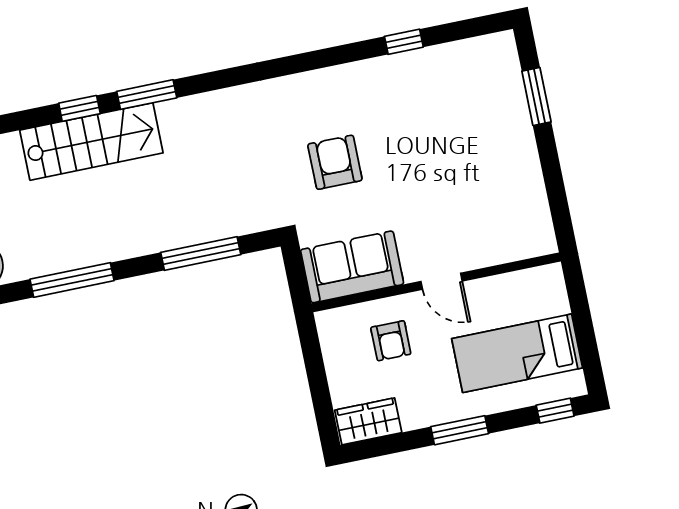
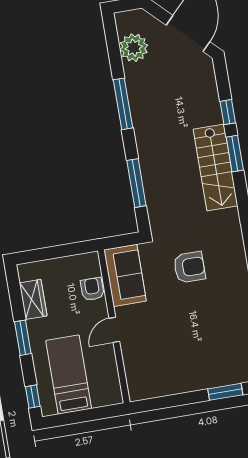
stairs: (91, 142) -> (216, 168), moved
armchair: (391, 341) -> (92, 289), moved, turned 90
wardrobe: (368, 421) -> (33, 299), moved

